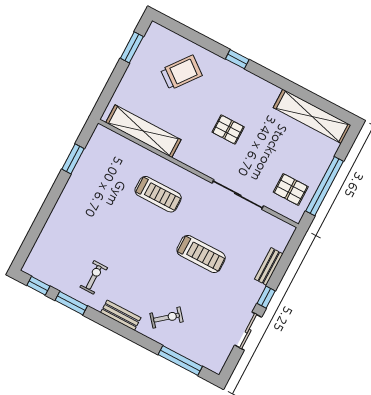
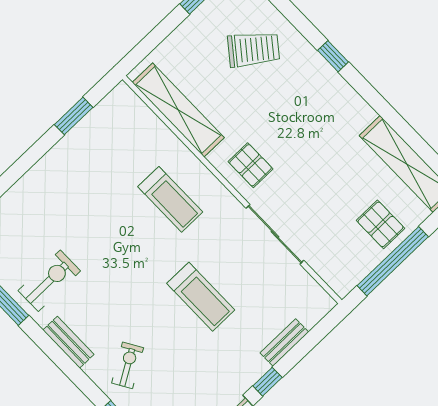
pallet: (228, 130) -> (251, 165), moved
pallet: (291, 189) -> (380, 224), moved
exercise bike: (94, 277) -> (49, 281), width x1.38, depth x1.39
exercise bike: (167, 318) -> (128, 365), turned -81

